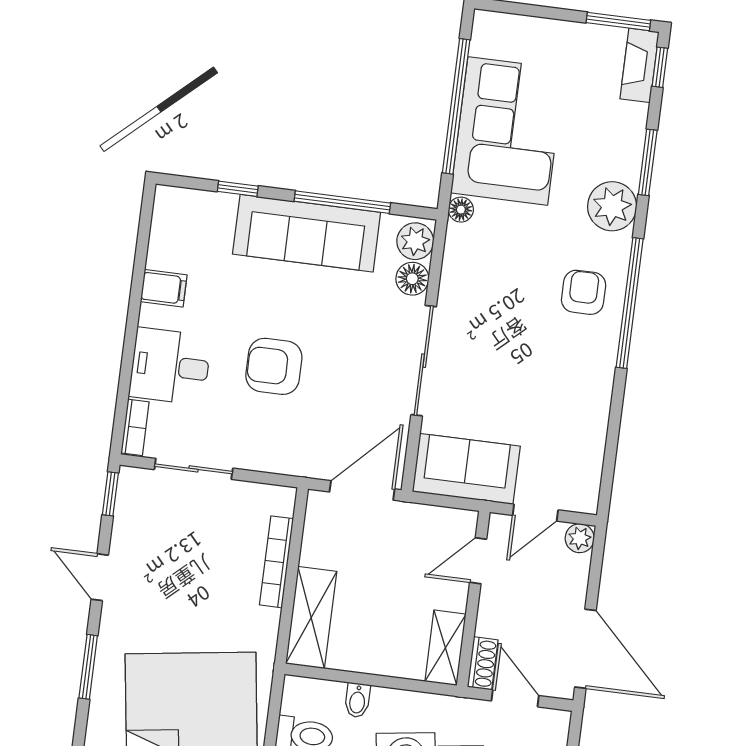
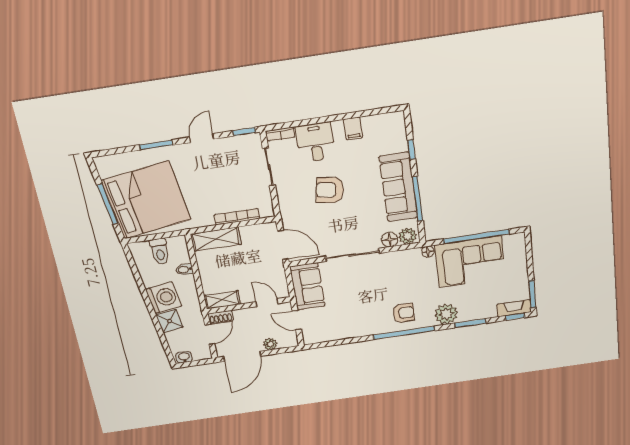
armchair: (274, 366) -> (330, 190), turned -81
plant: (580, 538) -> (270, 344), moved

